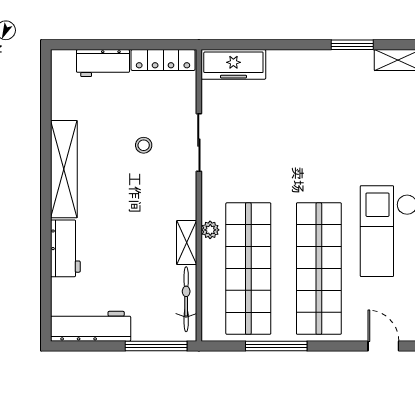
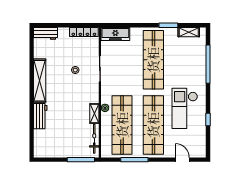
workbench: (103, 63) -> (46, 33), moved
shop shelf: (319, 122) -> (153, 60), added
workbench: (91, 326) -> (52, 151), removed

